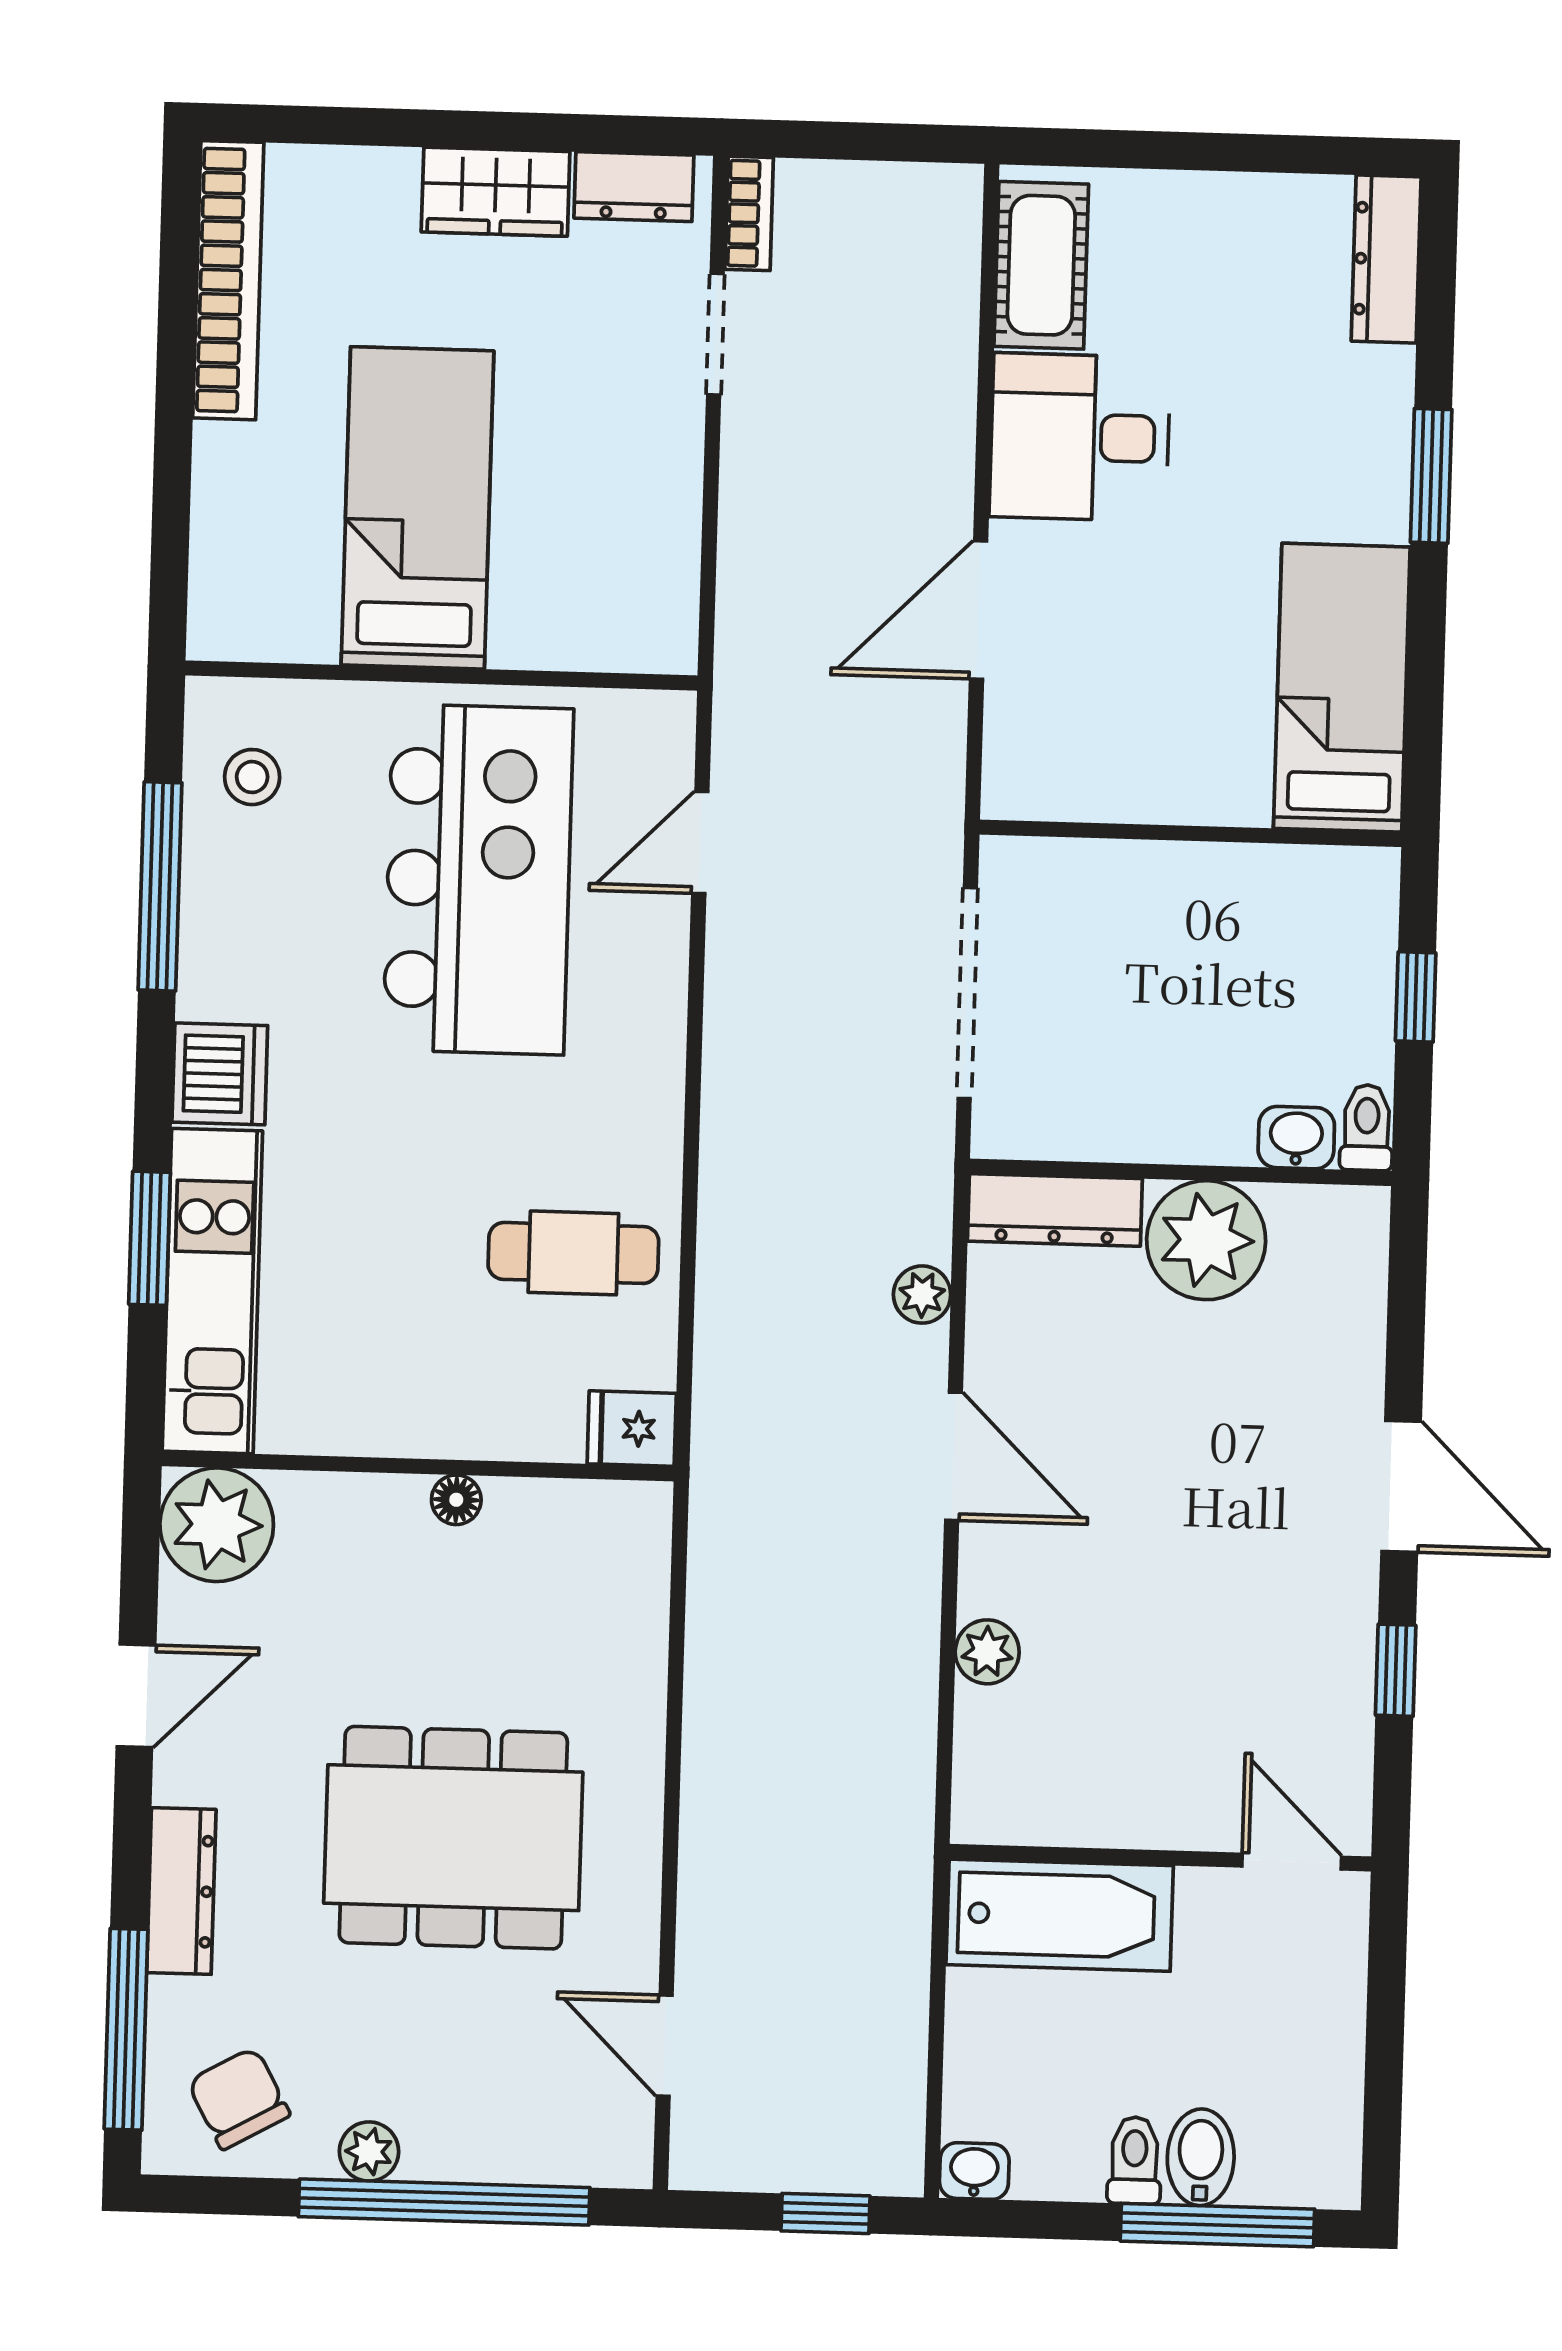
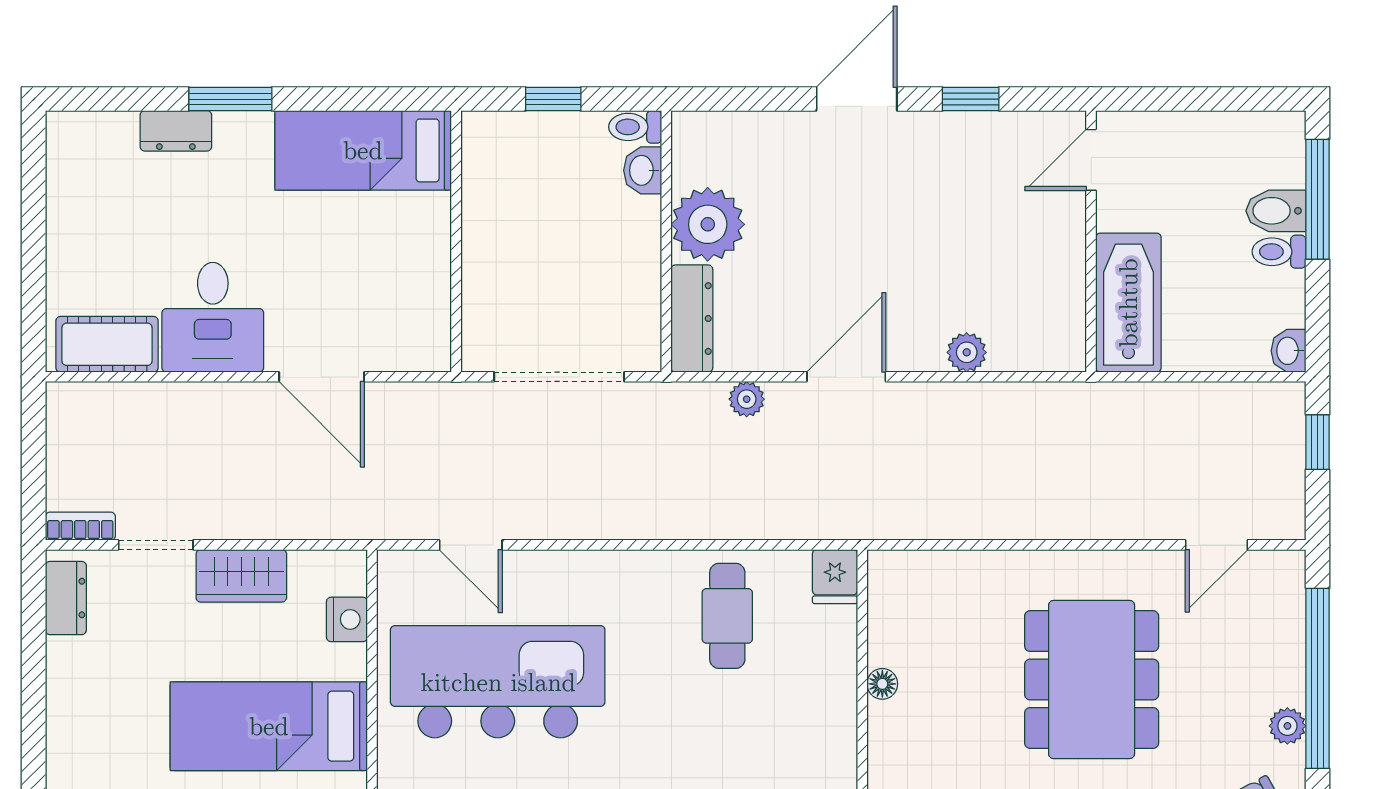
wardrobe: (496, 192) -> (241, 576), moved, turned 90
dresser: (1386, 259) -> (176, 131), moved, width x0.70
nightstand: (586, 639) -> (347, 619), added

